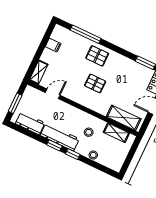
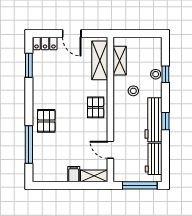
filing cabinet: (53, 45) -> (74, 174), moved
pallet: (95, 83) -> (96, 107), moved
window: (15, 103) -> (140, 185), width x1.44
window: (73, 154) -> (165, 74), moved

